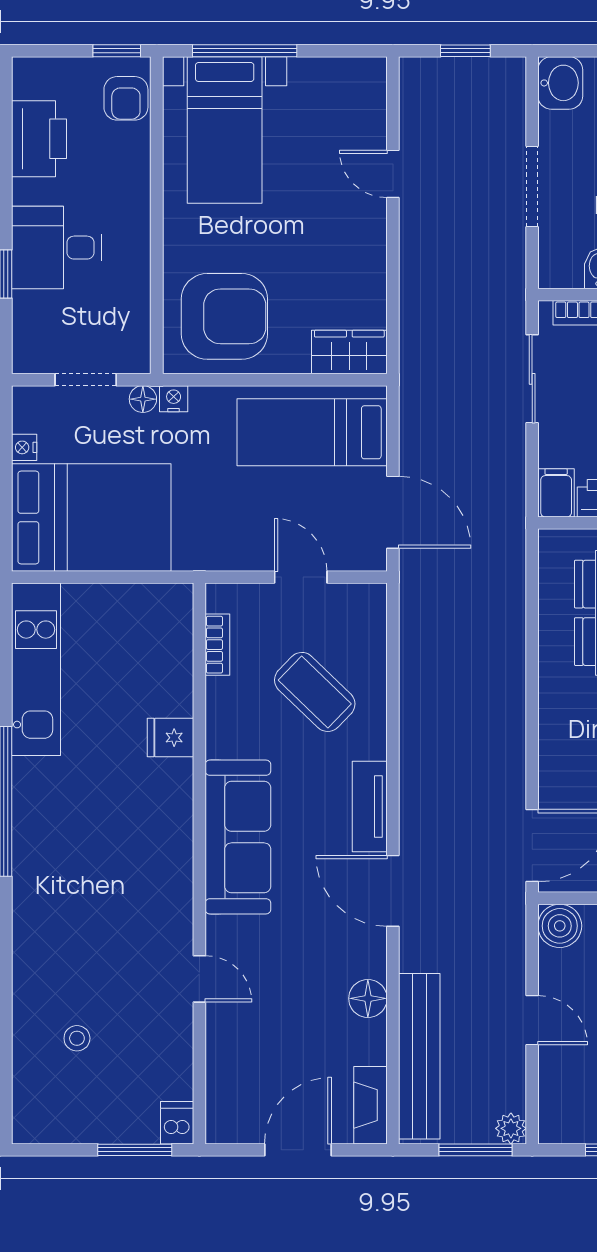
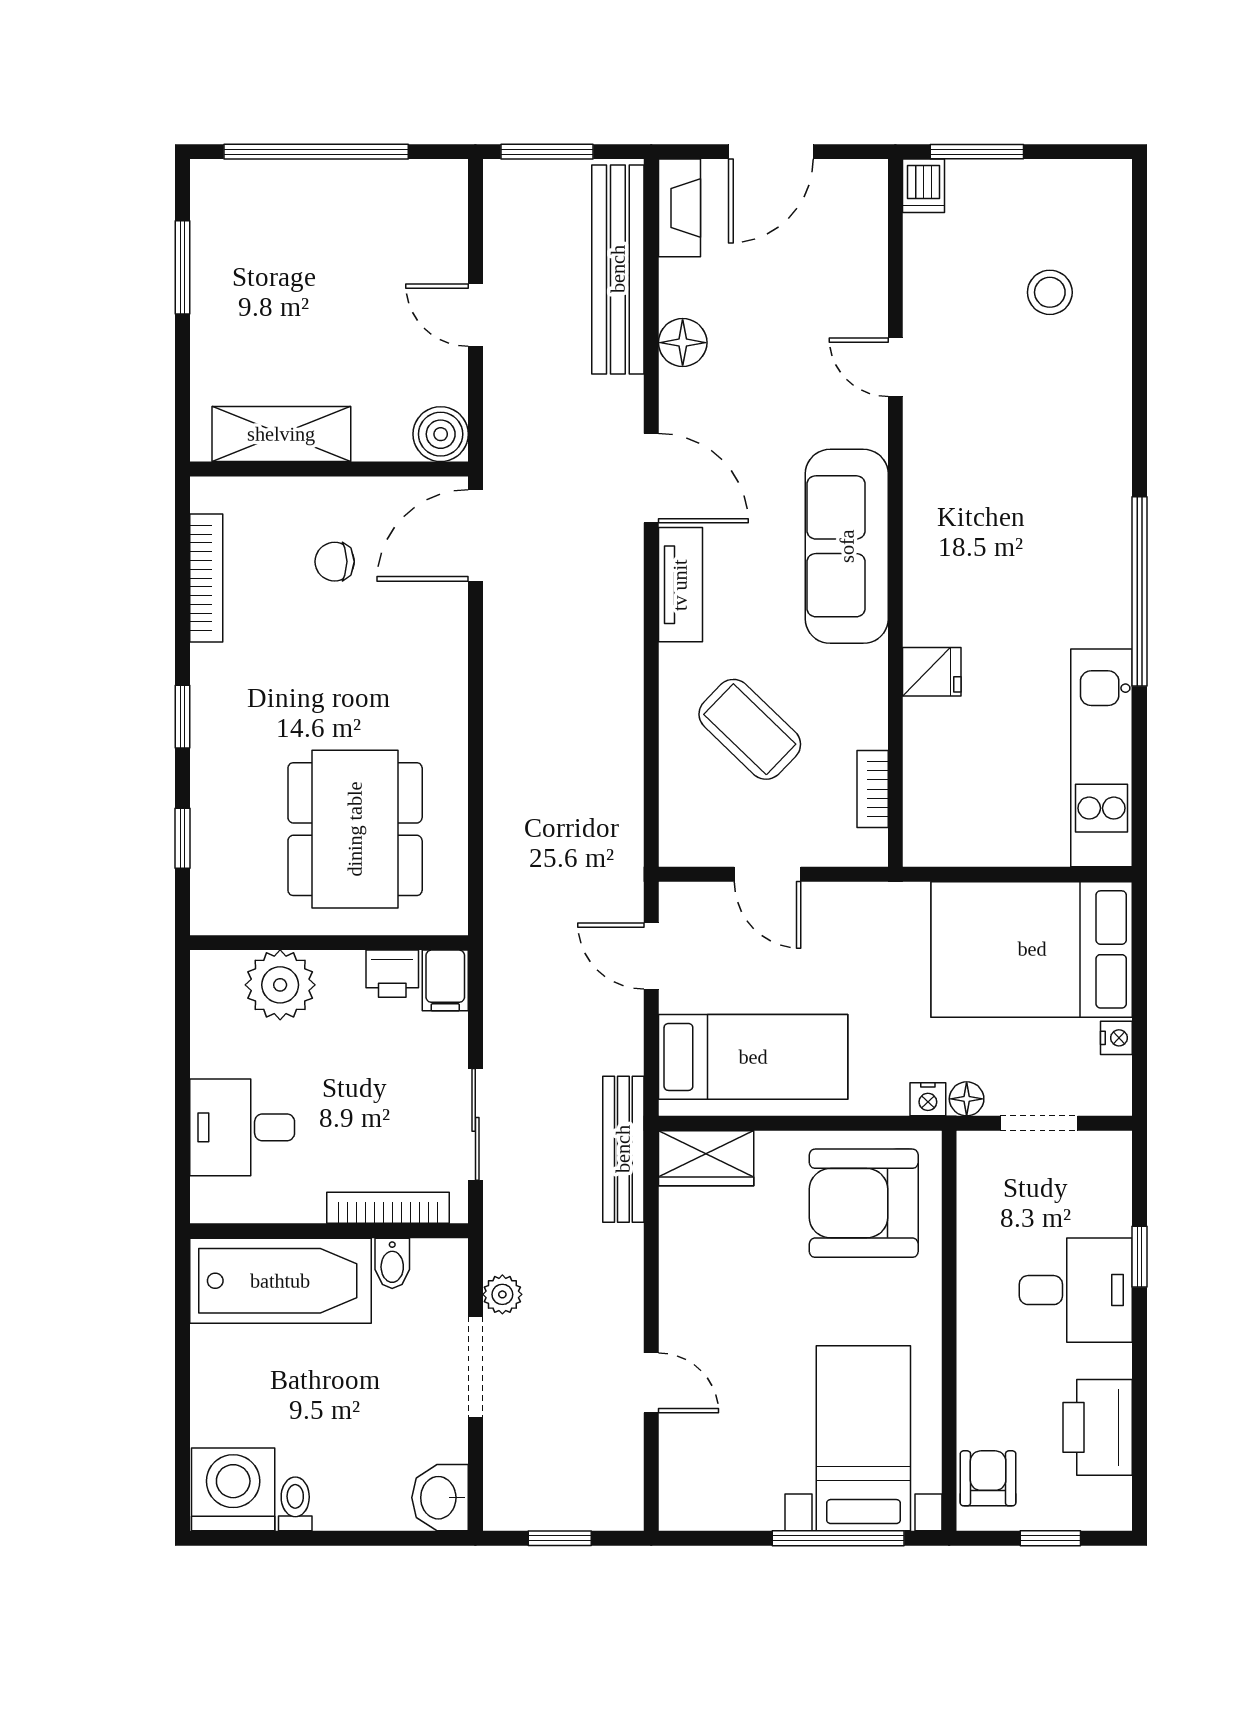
window: (117, 51) -> (1050, 1538), moved
bench: (415, 359) -> (623, 1149), added
door: (393, 512) -> (651, 956), width x0.73
stool: (77, 1038) -> (1050, 292), width x1.37, depth x1.37
plant: (511, 1128) -> (502, 1294), moved

